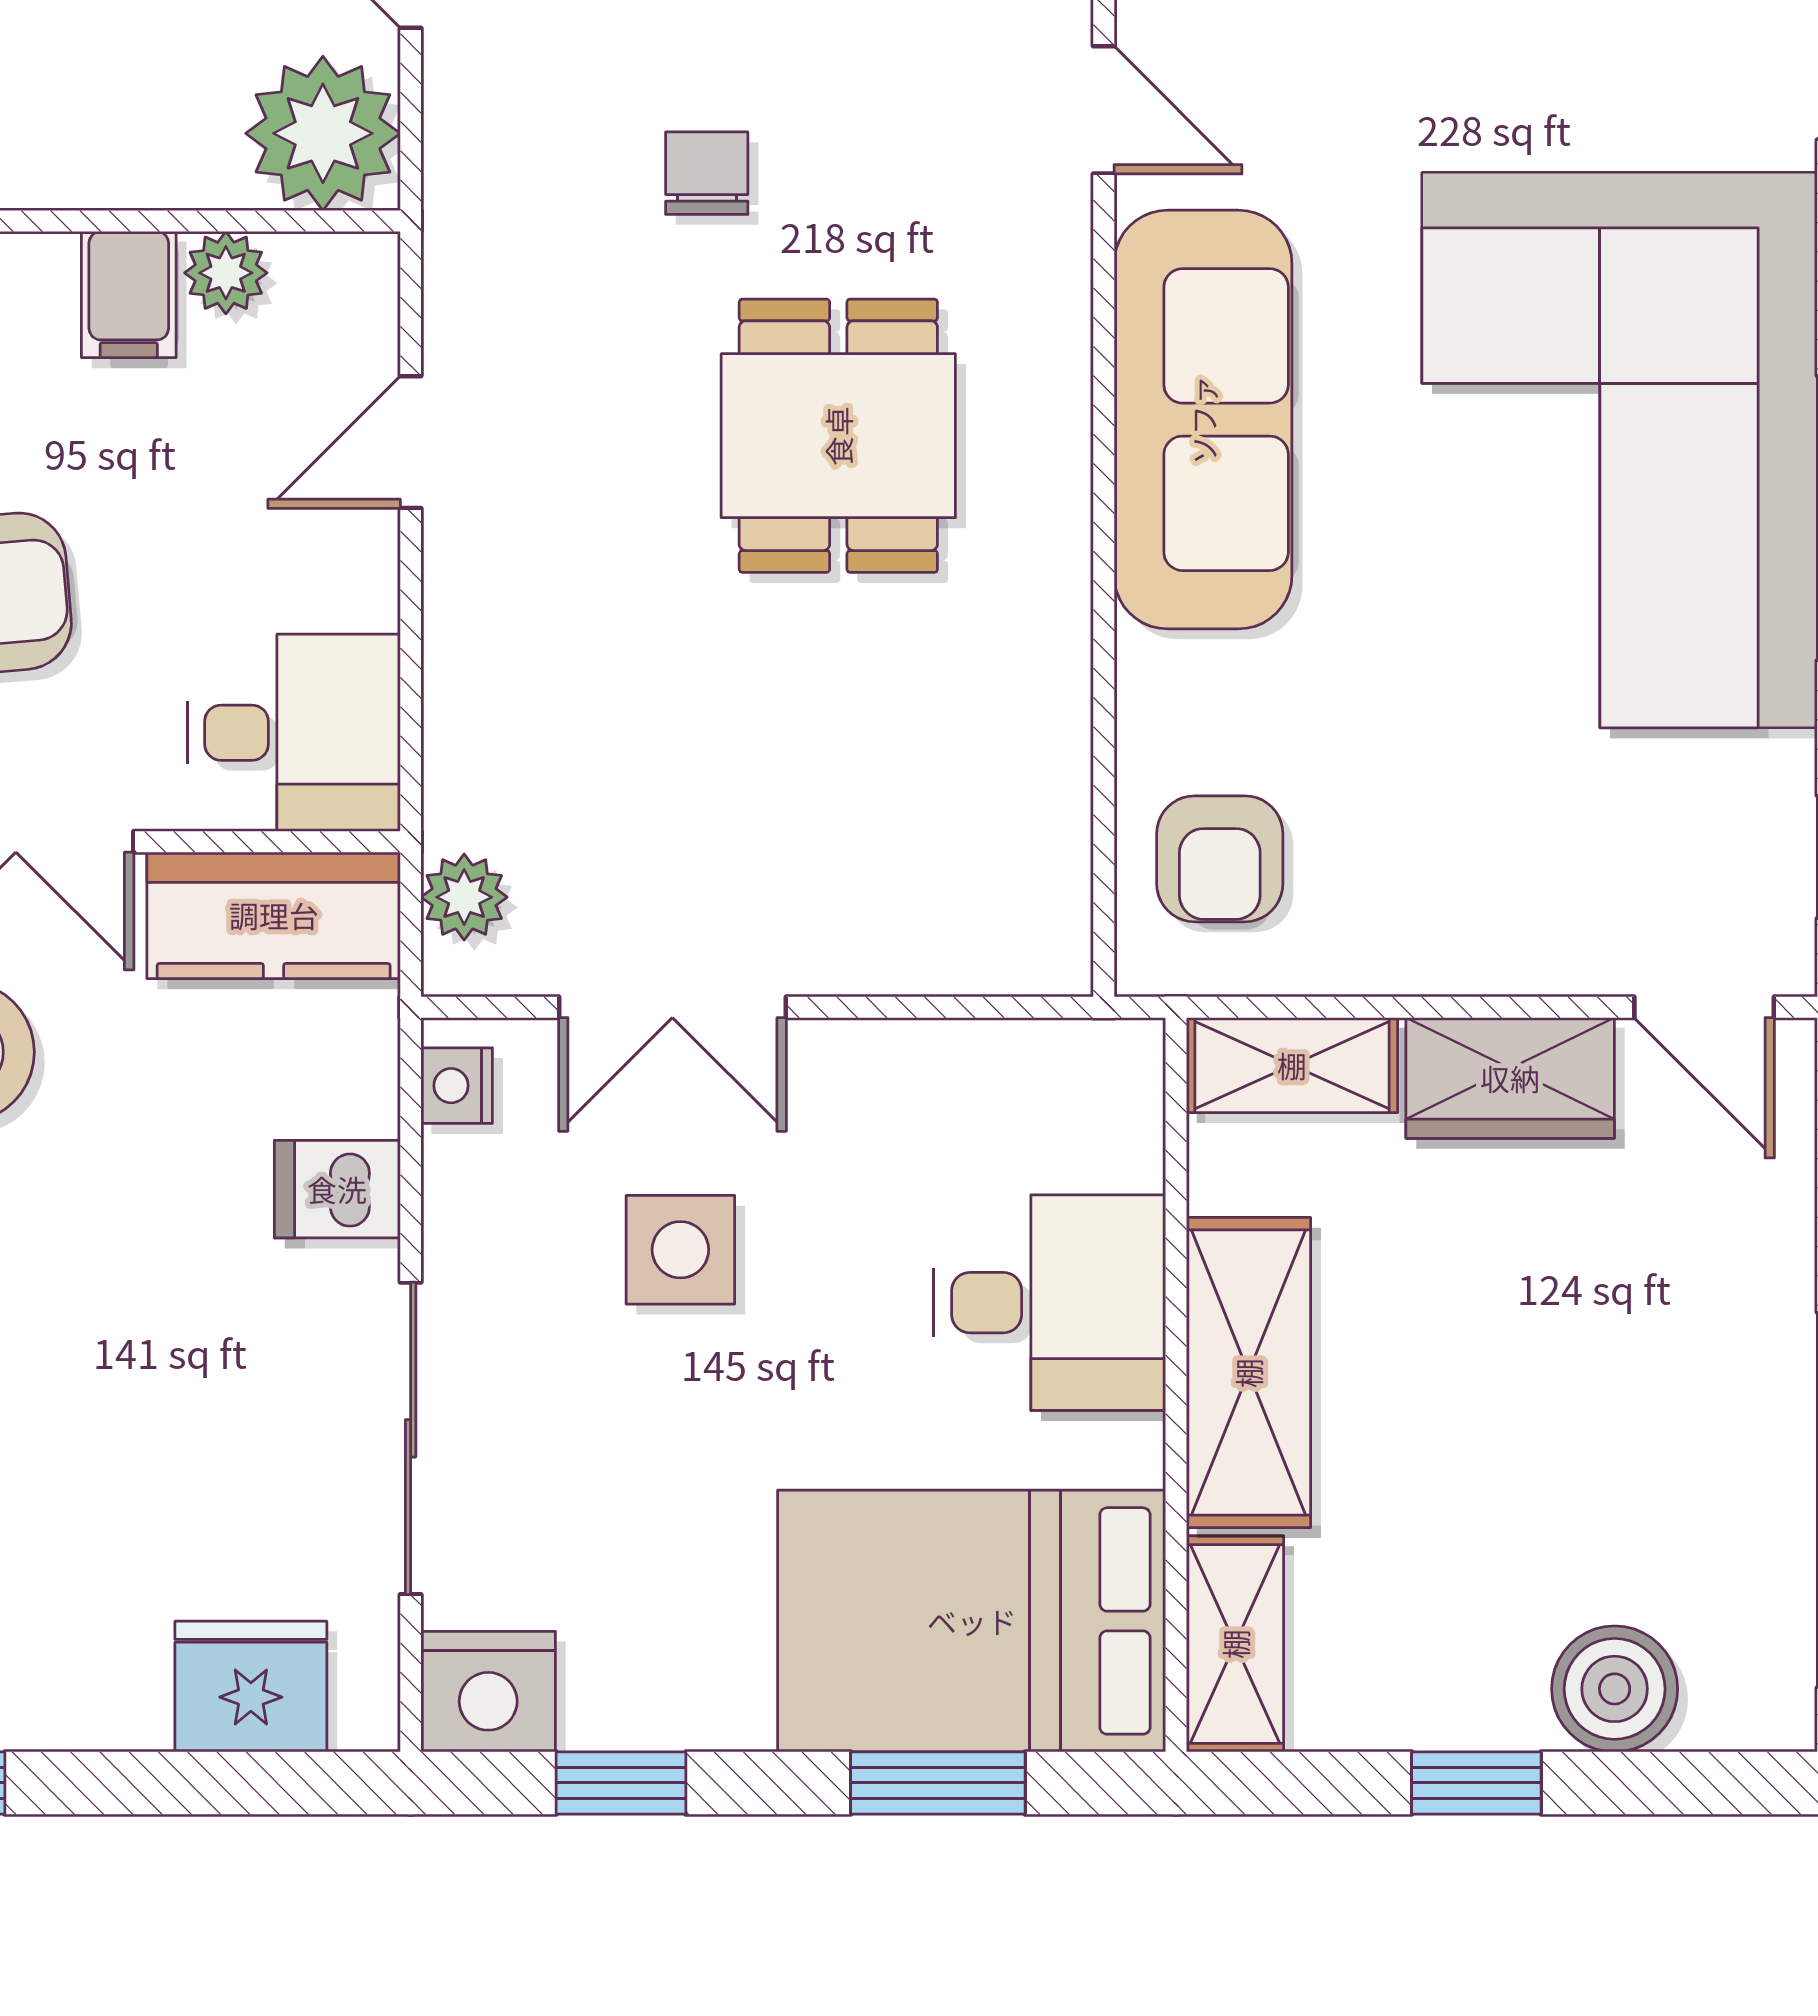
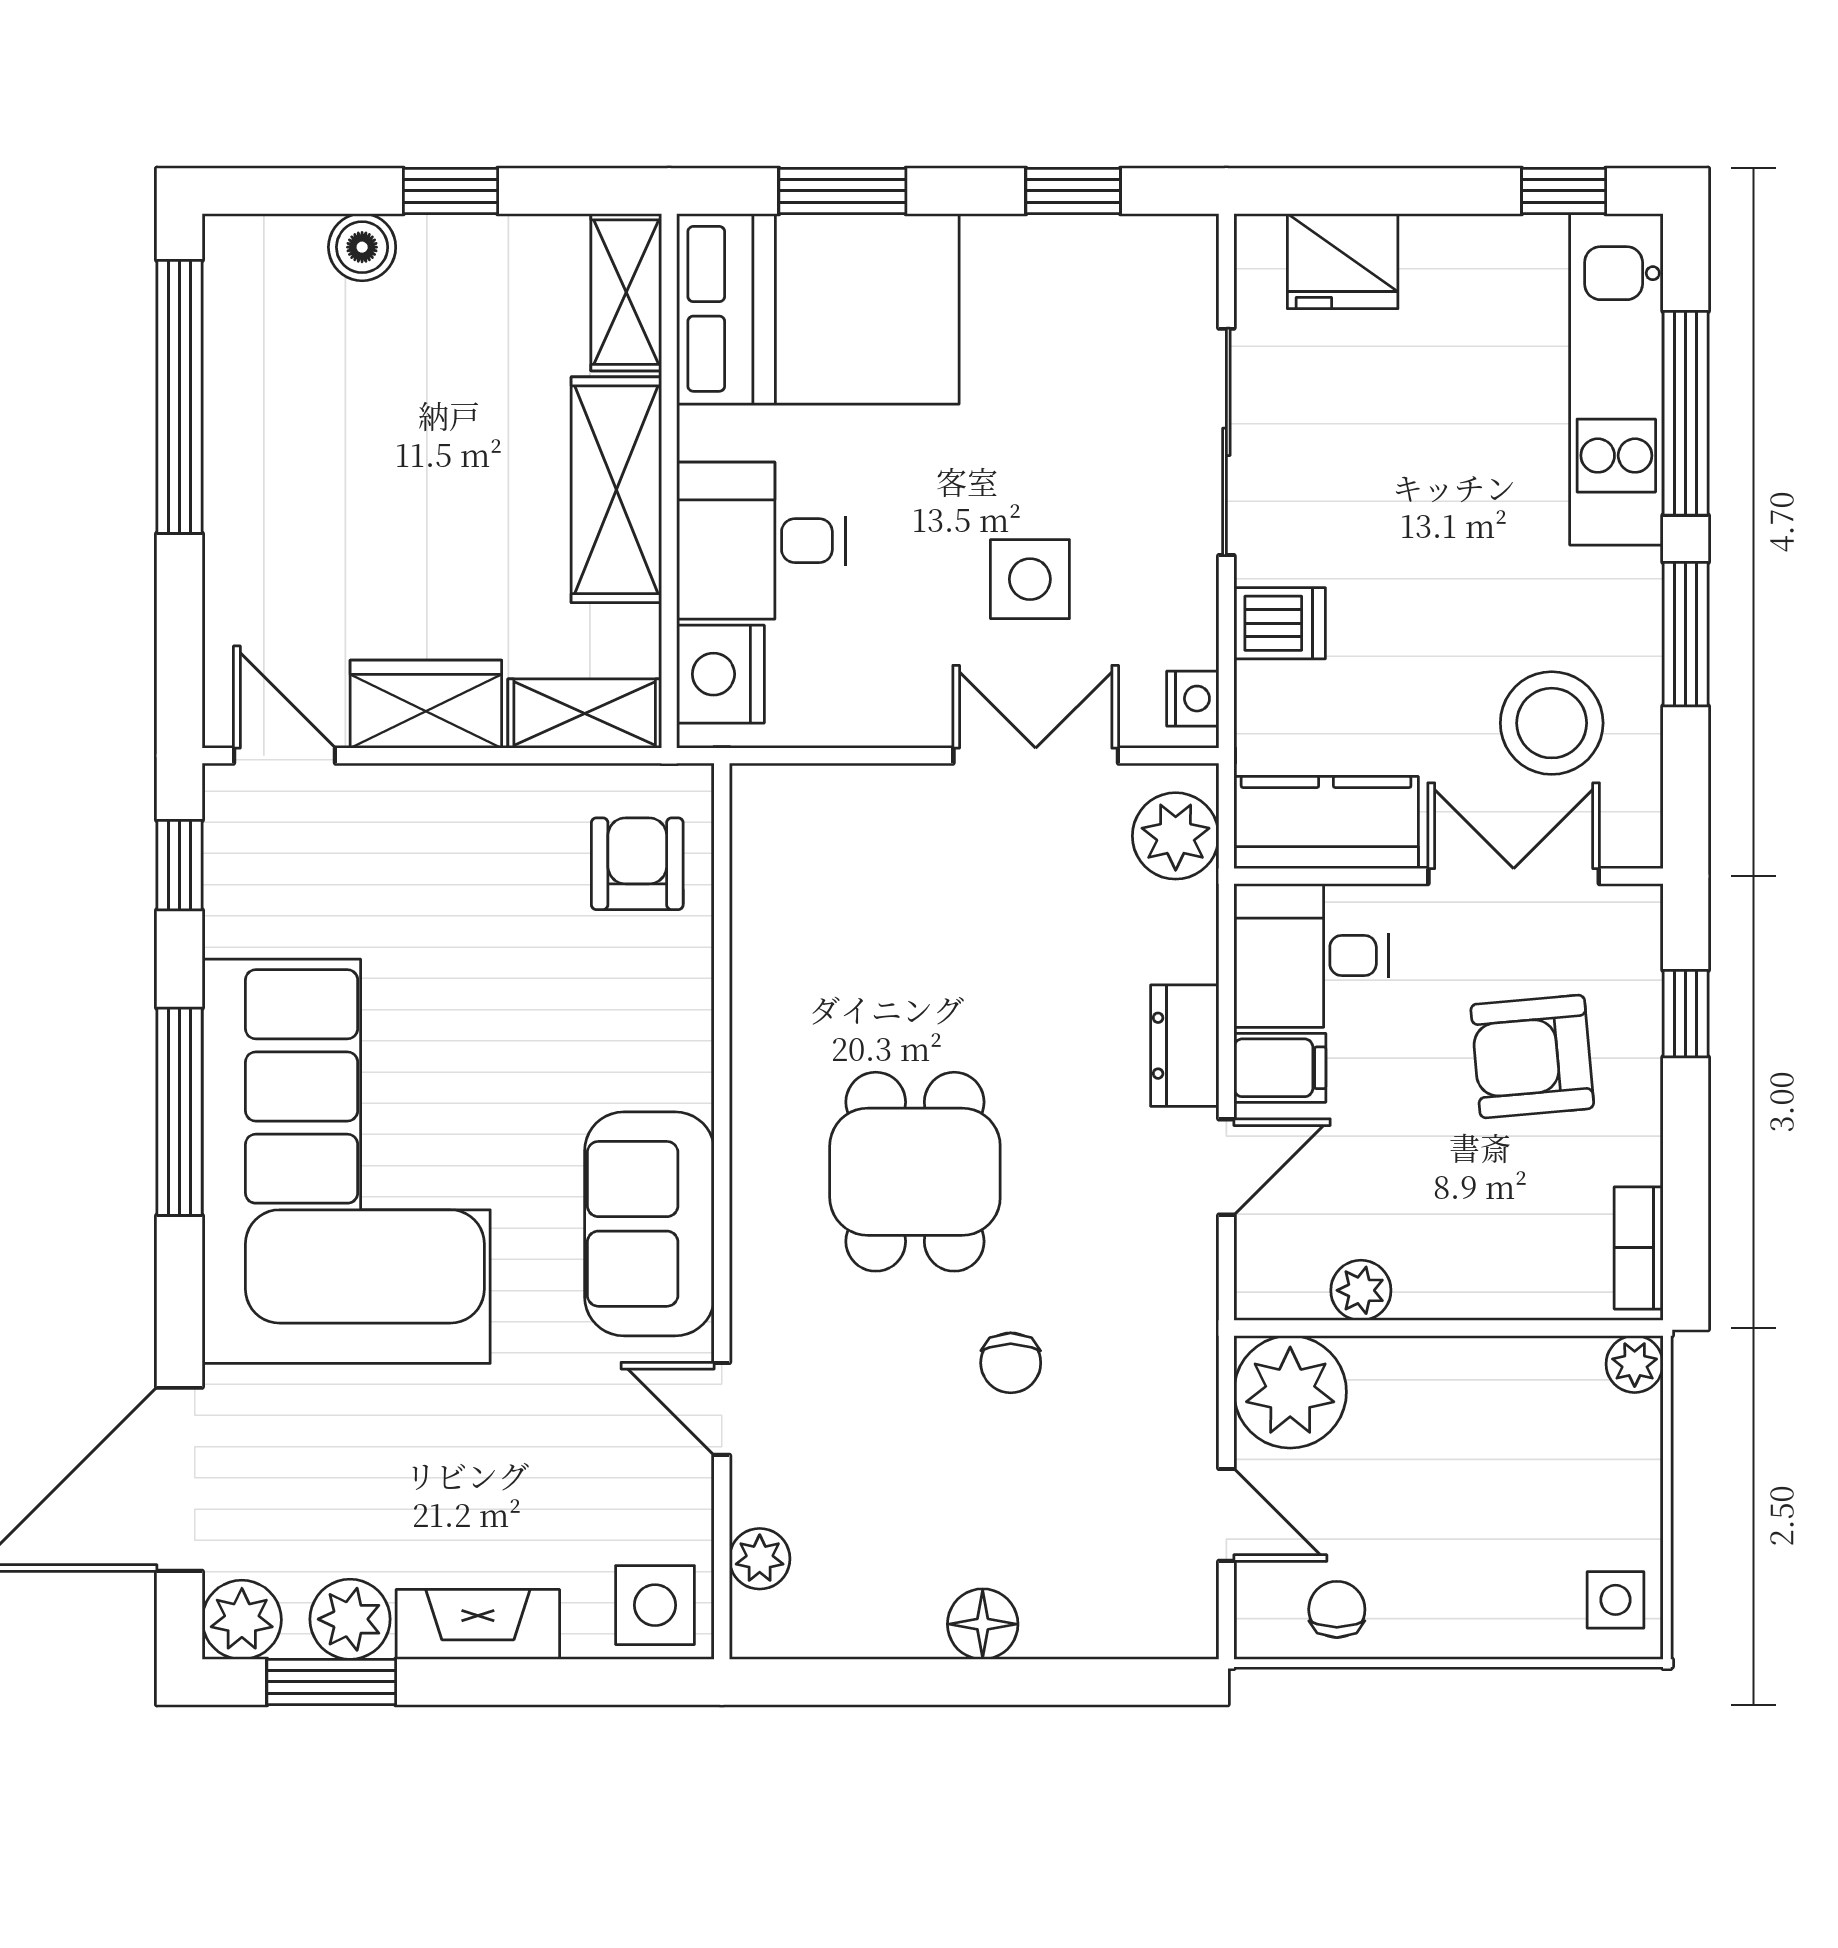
filing cabinet: (129, 295) -> (1280, 1068), moved, turned 90
sofa: (1203, 420) -> (649, 1224), width x0.73
dresser: (468, 609) -> (1185, 1046), added
plant: (464, 897) -> (1176, 836), width x1.38, depth x1.38
boiler: (1615, 1689) -> (362, 247), width x0.73, depth x0.73
nightstand: (488, 1692) -> (720, 674), moved, turned -90

